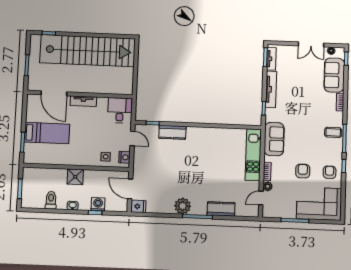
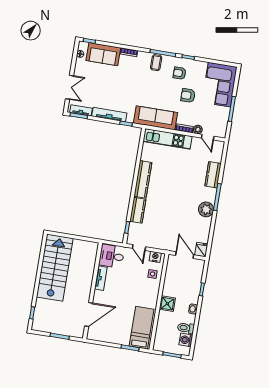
double door: (311, 44) -> (70, 87), moved
stairs: (88, 51) -> (55, 268), width x0.73
tv unit: (83, 101) -> (101, 278), moved
bed: (47, 133) -> (142, 328), moved
kitchen counter: (206, 134) -> (143, 179), added
door: (132, 139) -> (139, 248), swing flipped
sofa: (274, 139) -> (155, 118), width x1.36
armchair: (330, 172) -> (180, 73), moved
door: (130, 189) -> (185, 255), swing flipped
washing machine: (98, 204) -> (186, 340), moved

